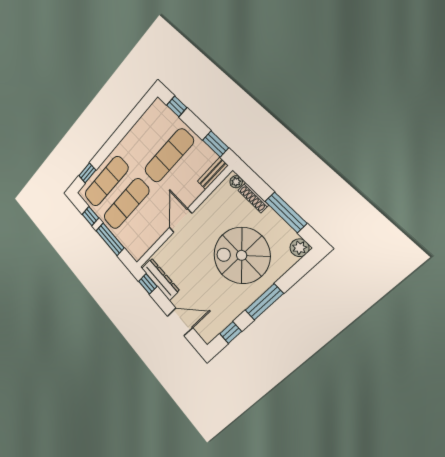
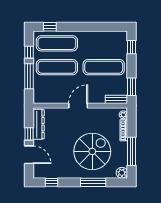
spiral stairs: (242, 255) -> (92, 151), turned 90
window: (148, 284) -> (29, 134), moved
window: (264, 302) -> (93, 182), moved

